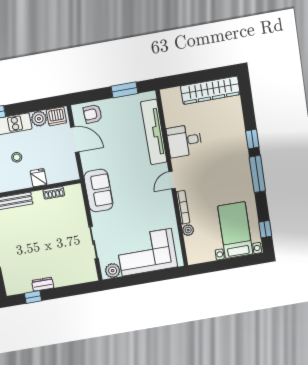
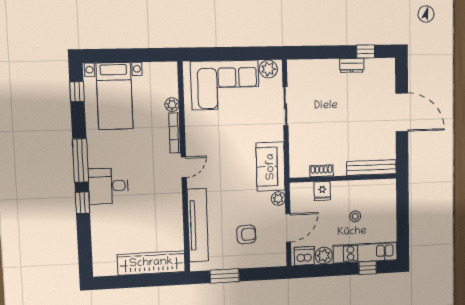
wardrobe: (210, 90) -> (151, 263), moved
armchair: (93, 114) -> (246, 234), moved
door: (75, 140) -> (288, 228), swing flipped
desk: (184, 141) -> (108, 186), moved, turned 180
plant: (88, 164) -> (278, 199), added
fridge: (39, 178) -> (322, 191), moved

